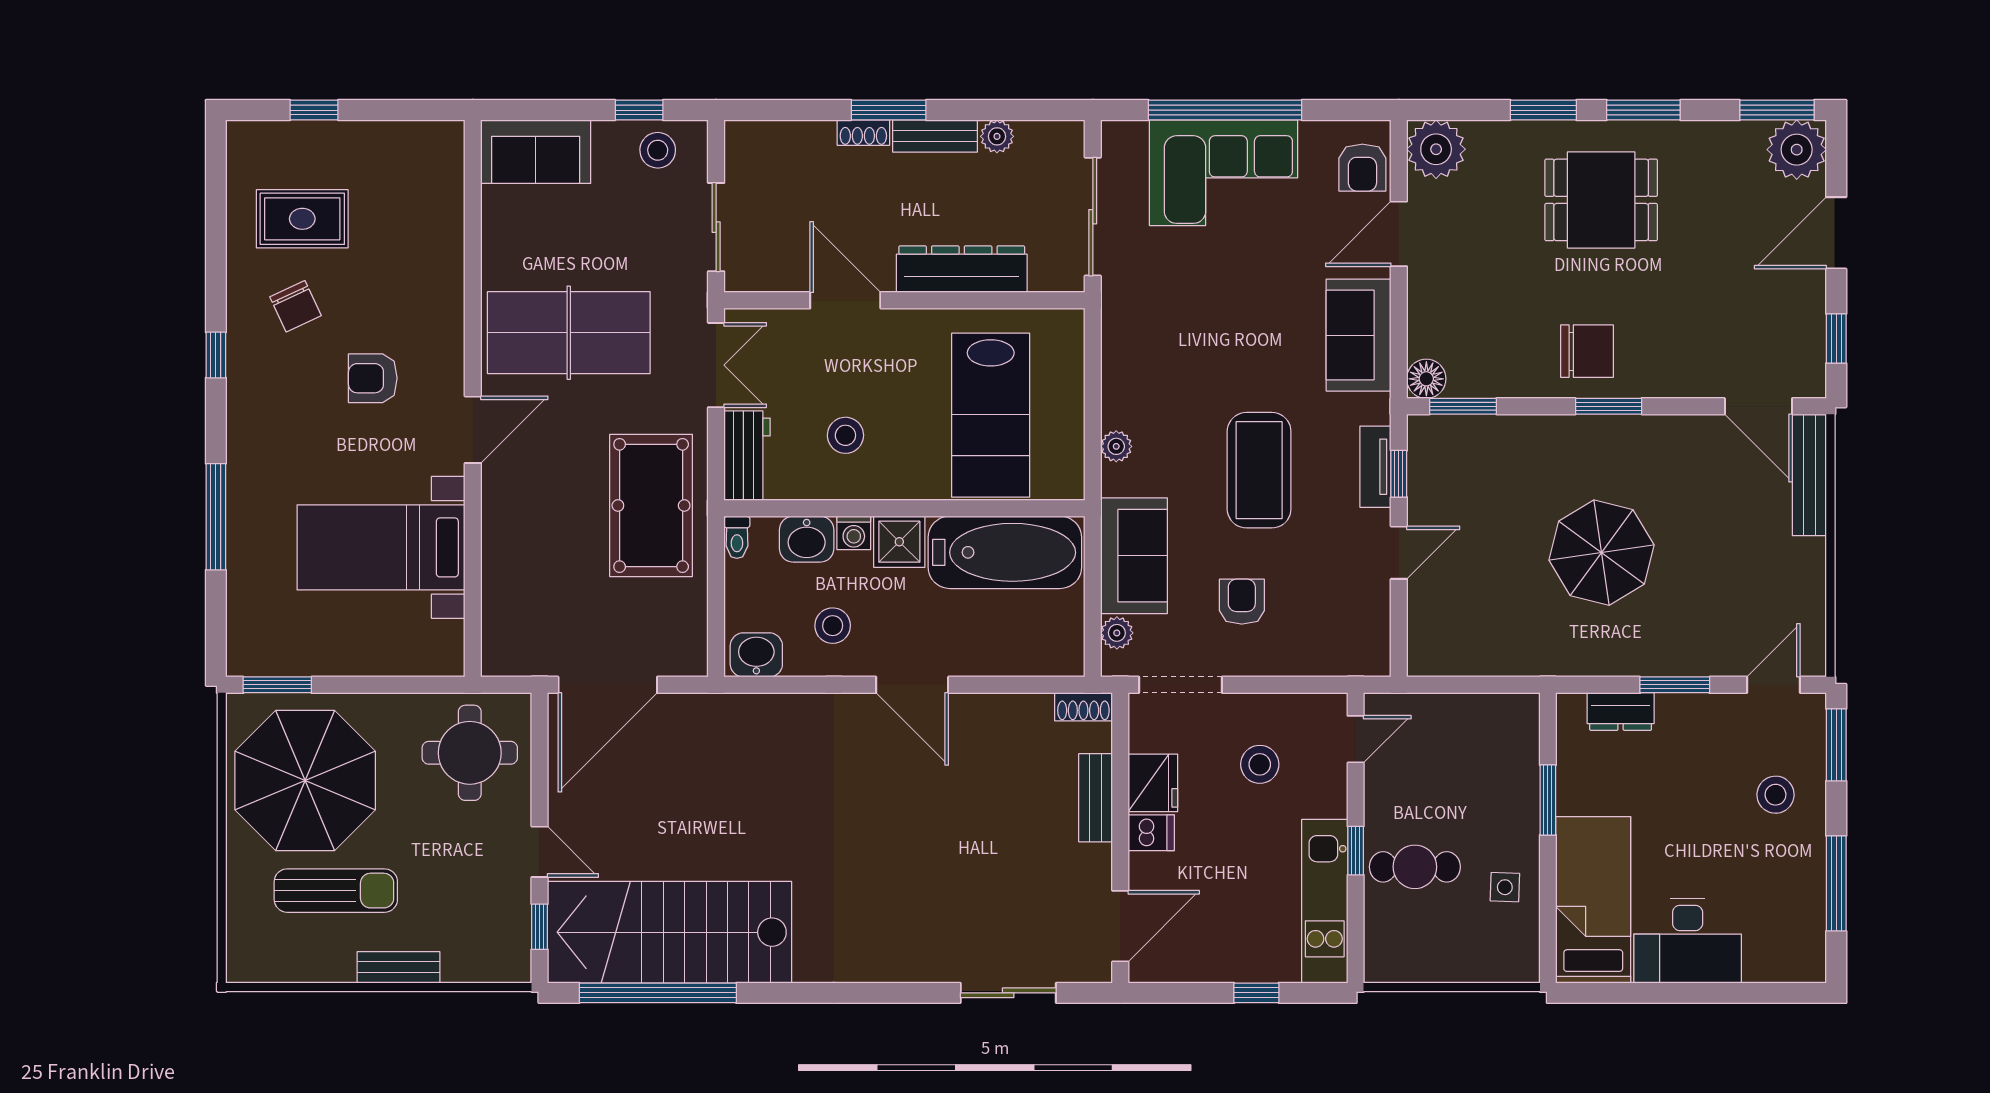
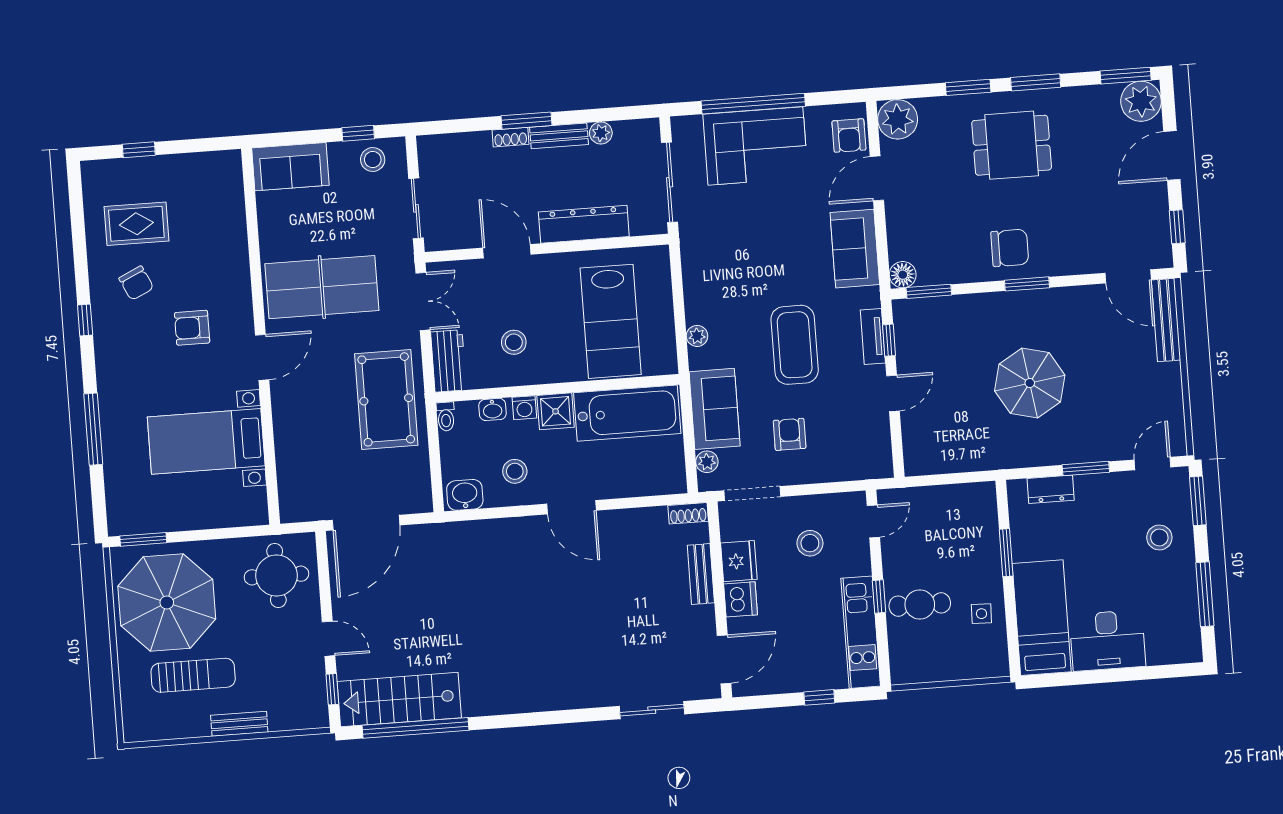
washbasin: (807, 539) -> (493, 409), width x0.72, depth x0.69
dishwasher: (1151, 833) -> (741, 599), width x1.38
stairs: (669, 932) -> (399, 700), width x0.73, depth x0.66

